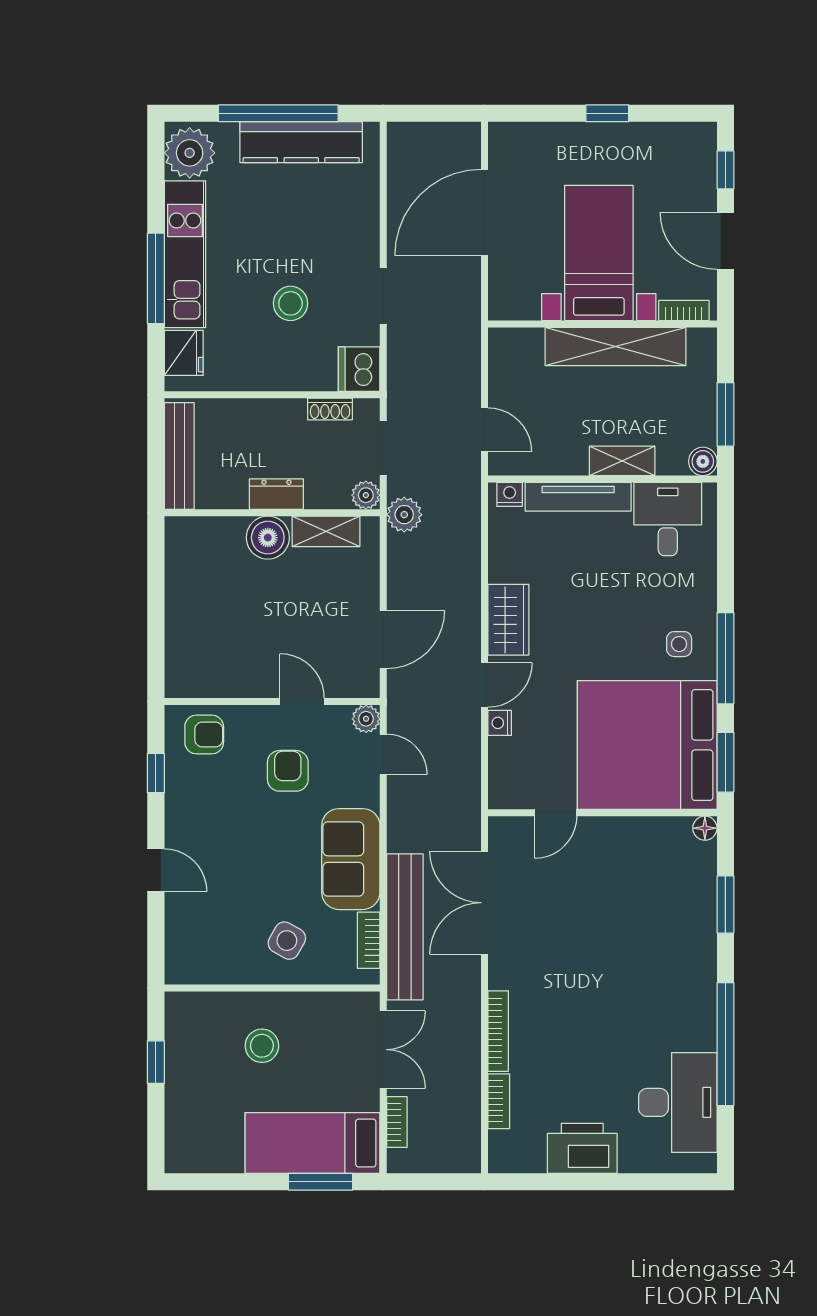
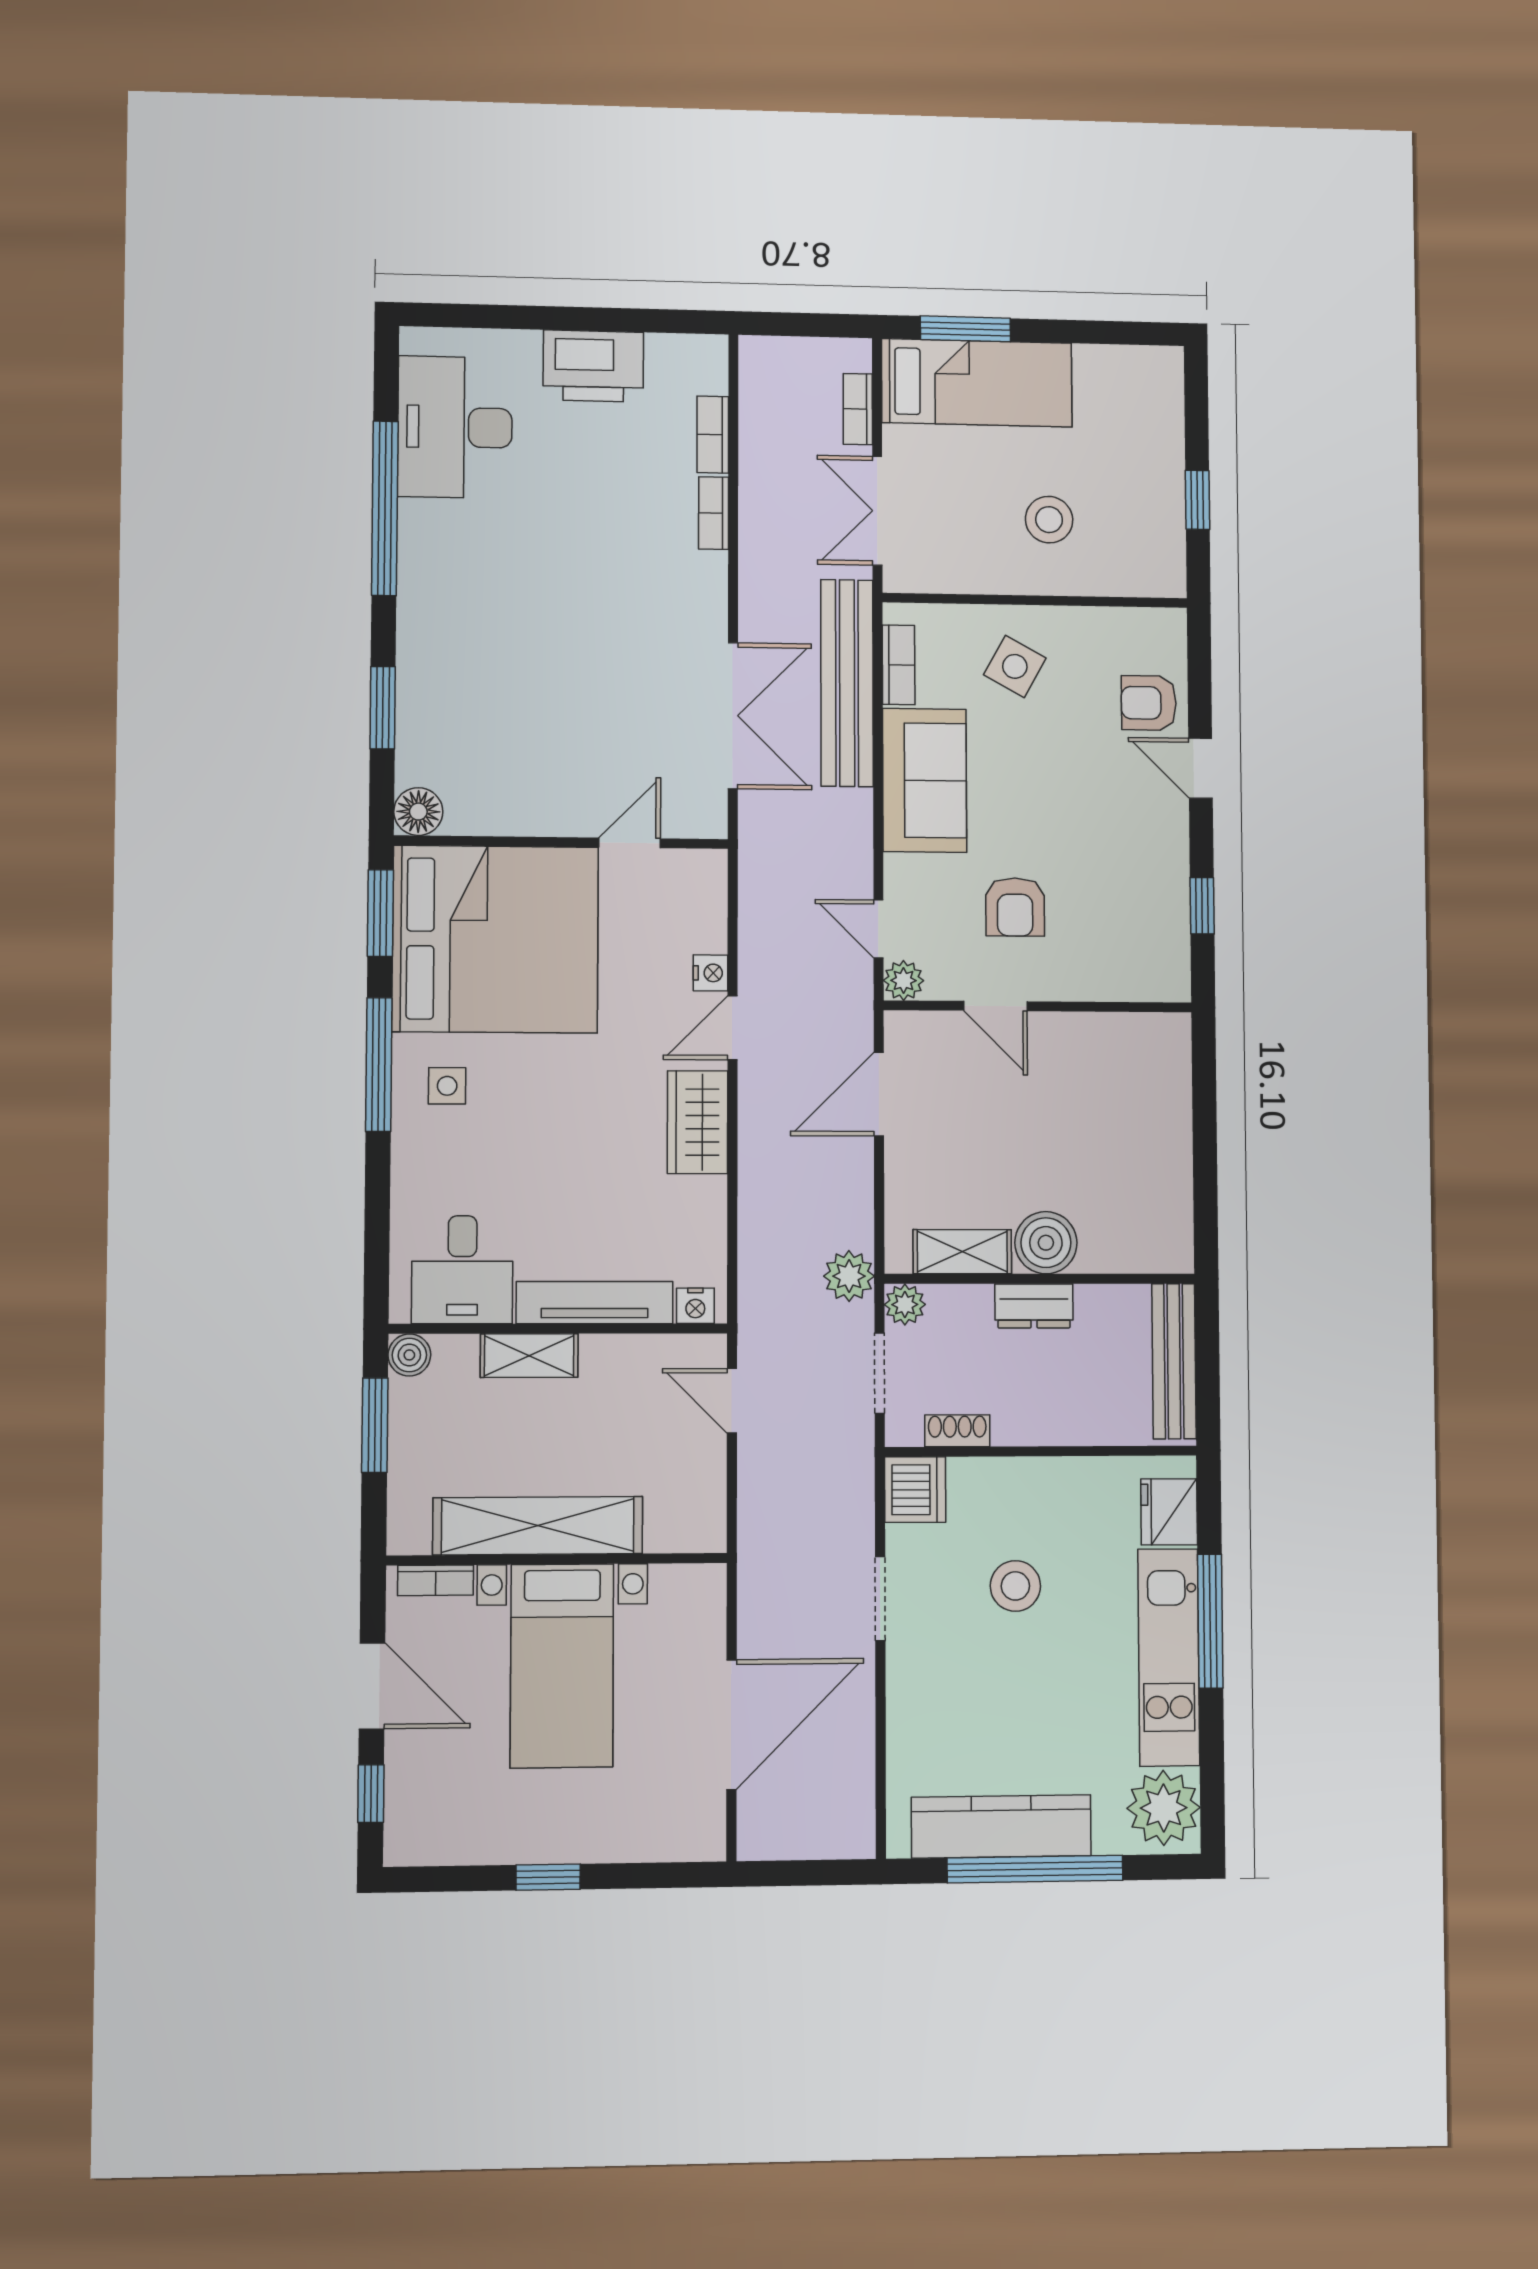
armchair: (204, 734) -> (1149, 703), moved
floor lamp: (705, 828) -> (418, 812), width x1.37, depth x1.37
bookcase: (498, 1031) -> (714, 513), width x0.64

